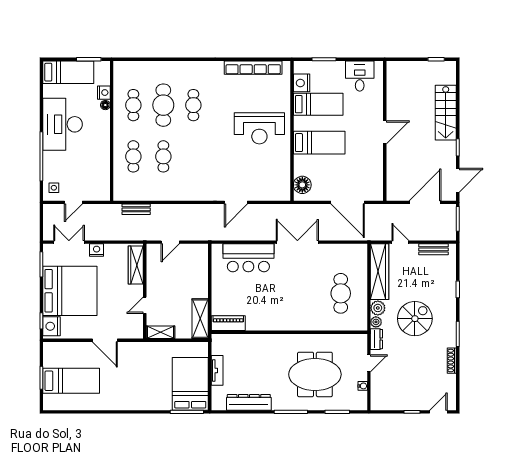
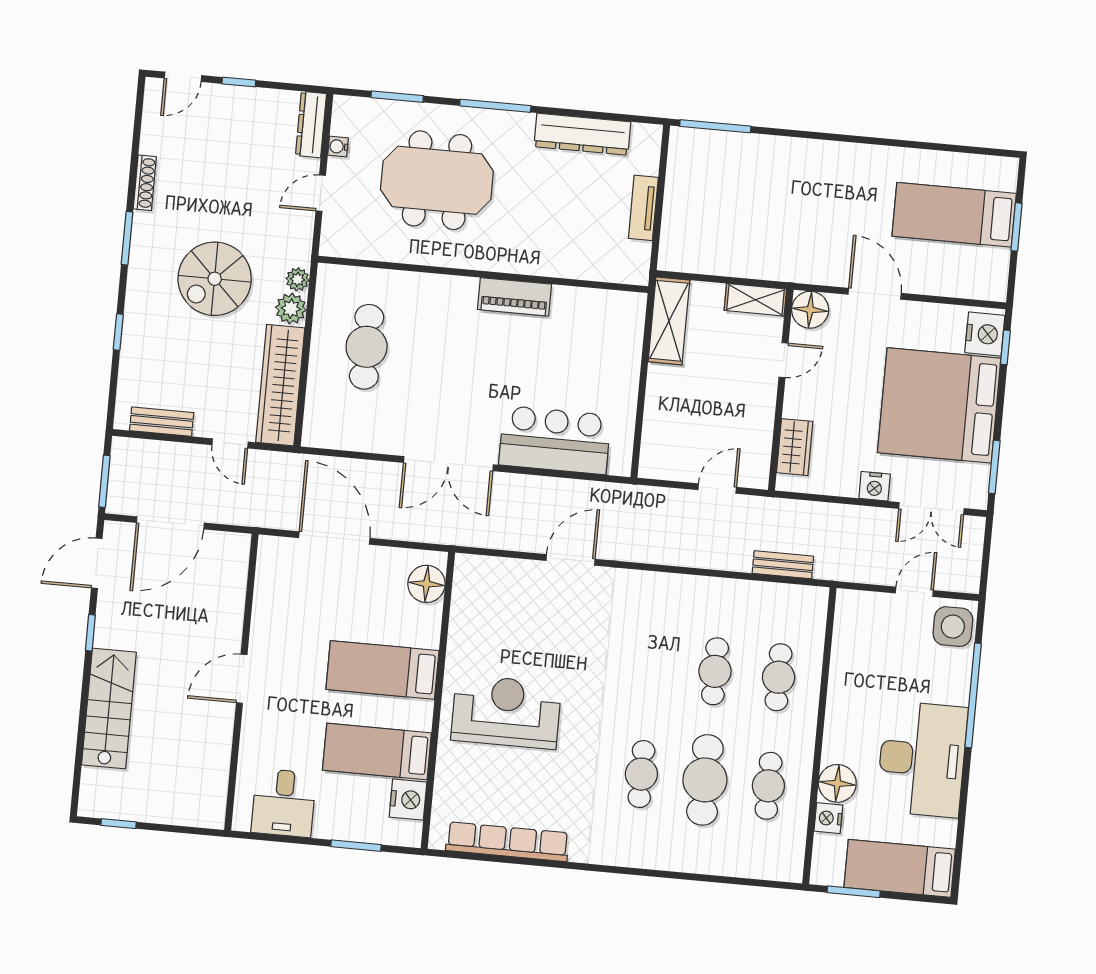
floor lamp: (105, 105) -> (837, 783), width x1.89, depth x1.89
side table: (54, 188) -> (953, 627), width x1.87, depth x1.87
wardrobe: (136, 265) -> (795, 447), width x0.67
piano: (228, 323) -> (514, 297), moved
floor lamp: (134, 330) -> (810, 310), added
dresser: (376, 339) -> (311, 124), moved, width x1.44
bed: (190, 384) -> (703, 185), removed

